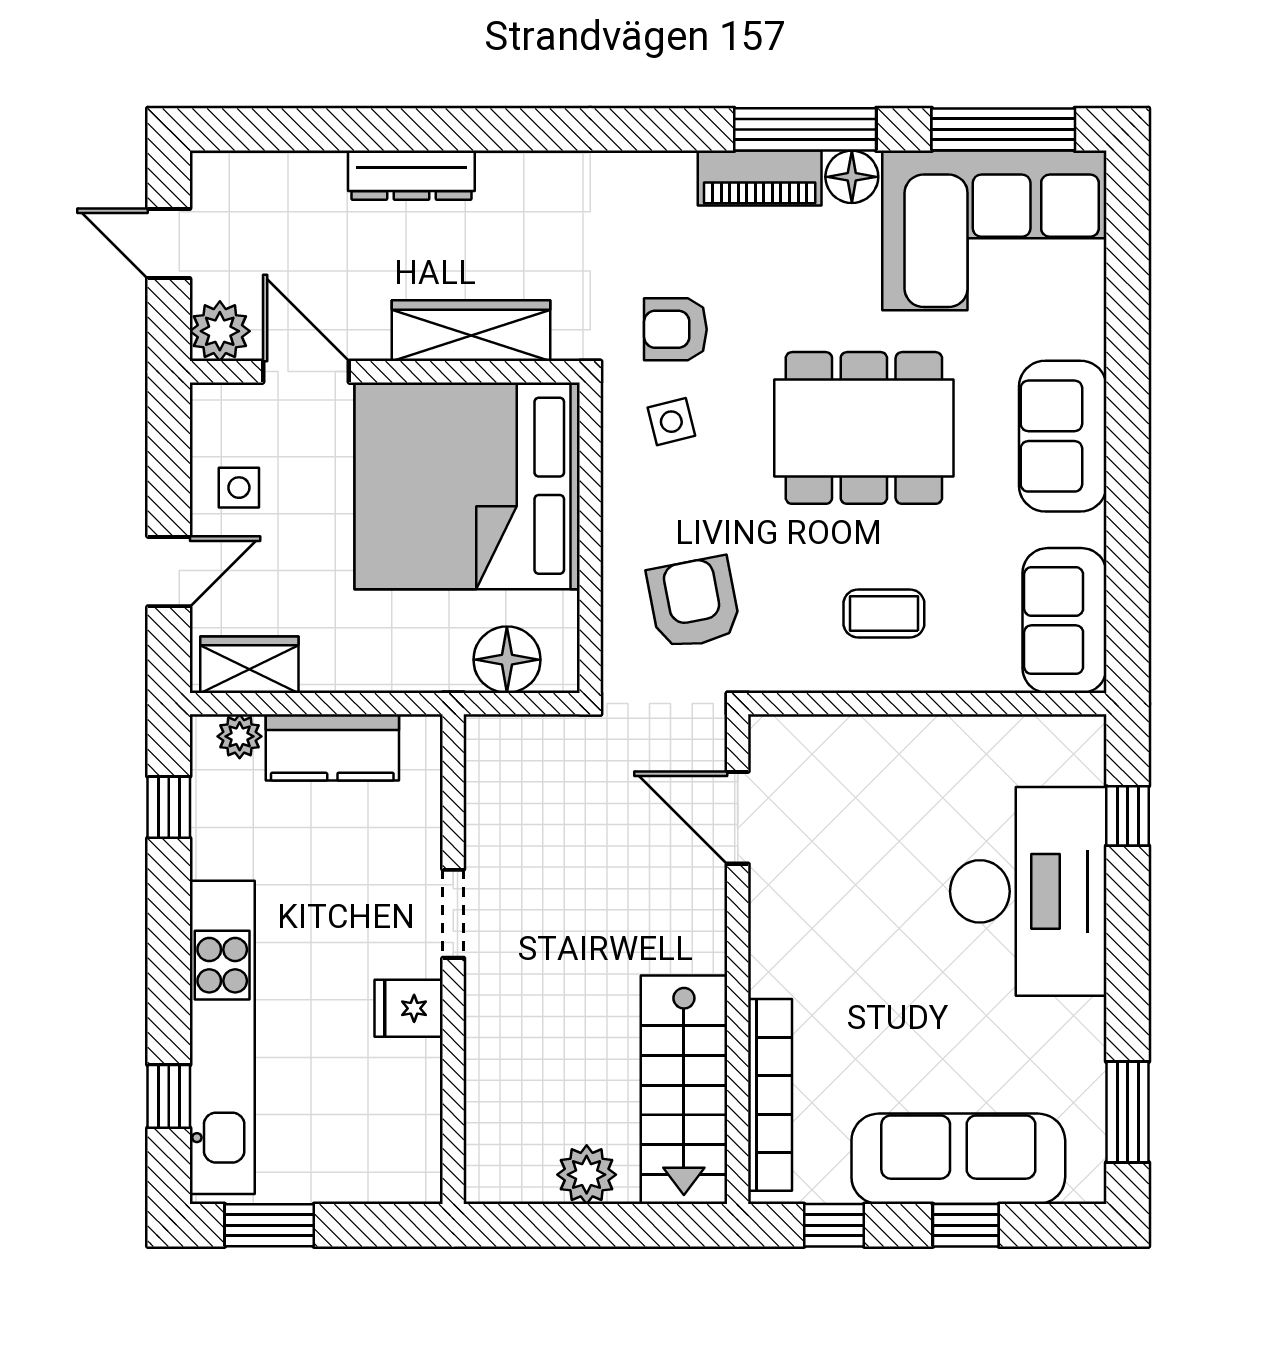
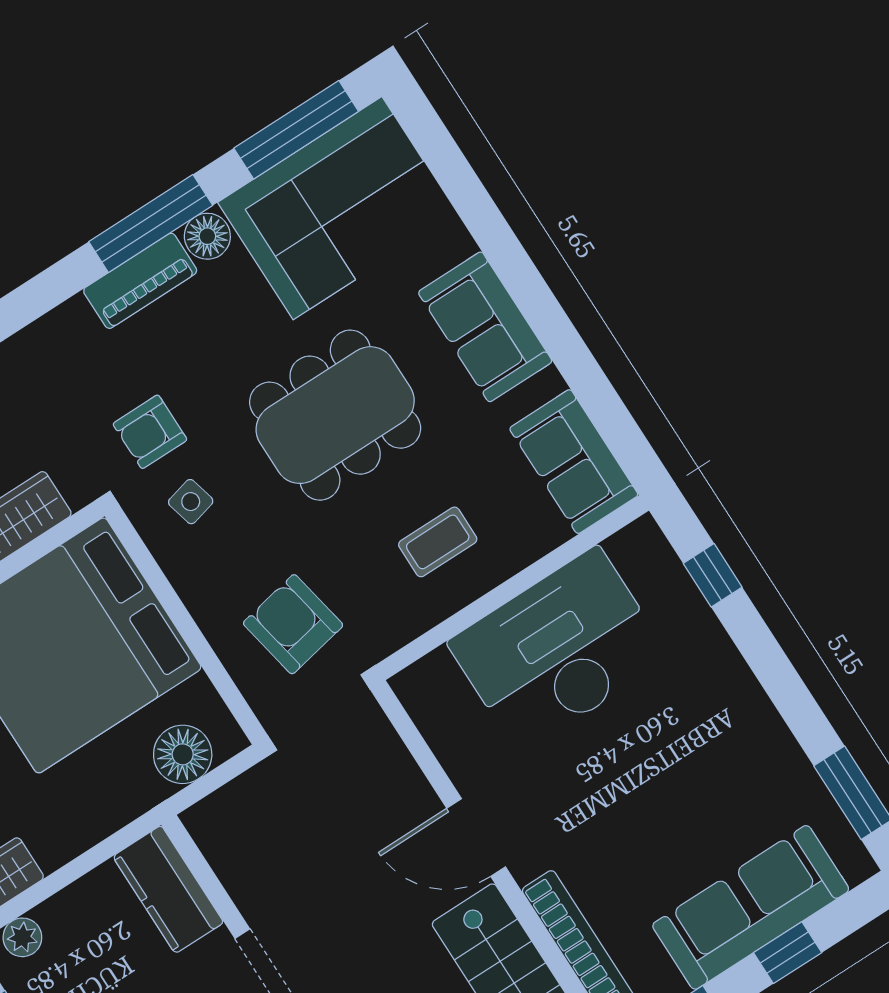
kitchen counter: (332, 747) -> (168, 889), moved, turned 90
door: (738, 818) -> (476, 837), moved
desk: (1028, 891) -> (559, 650), moved, turned -90

